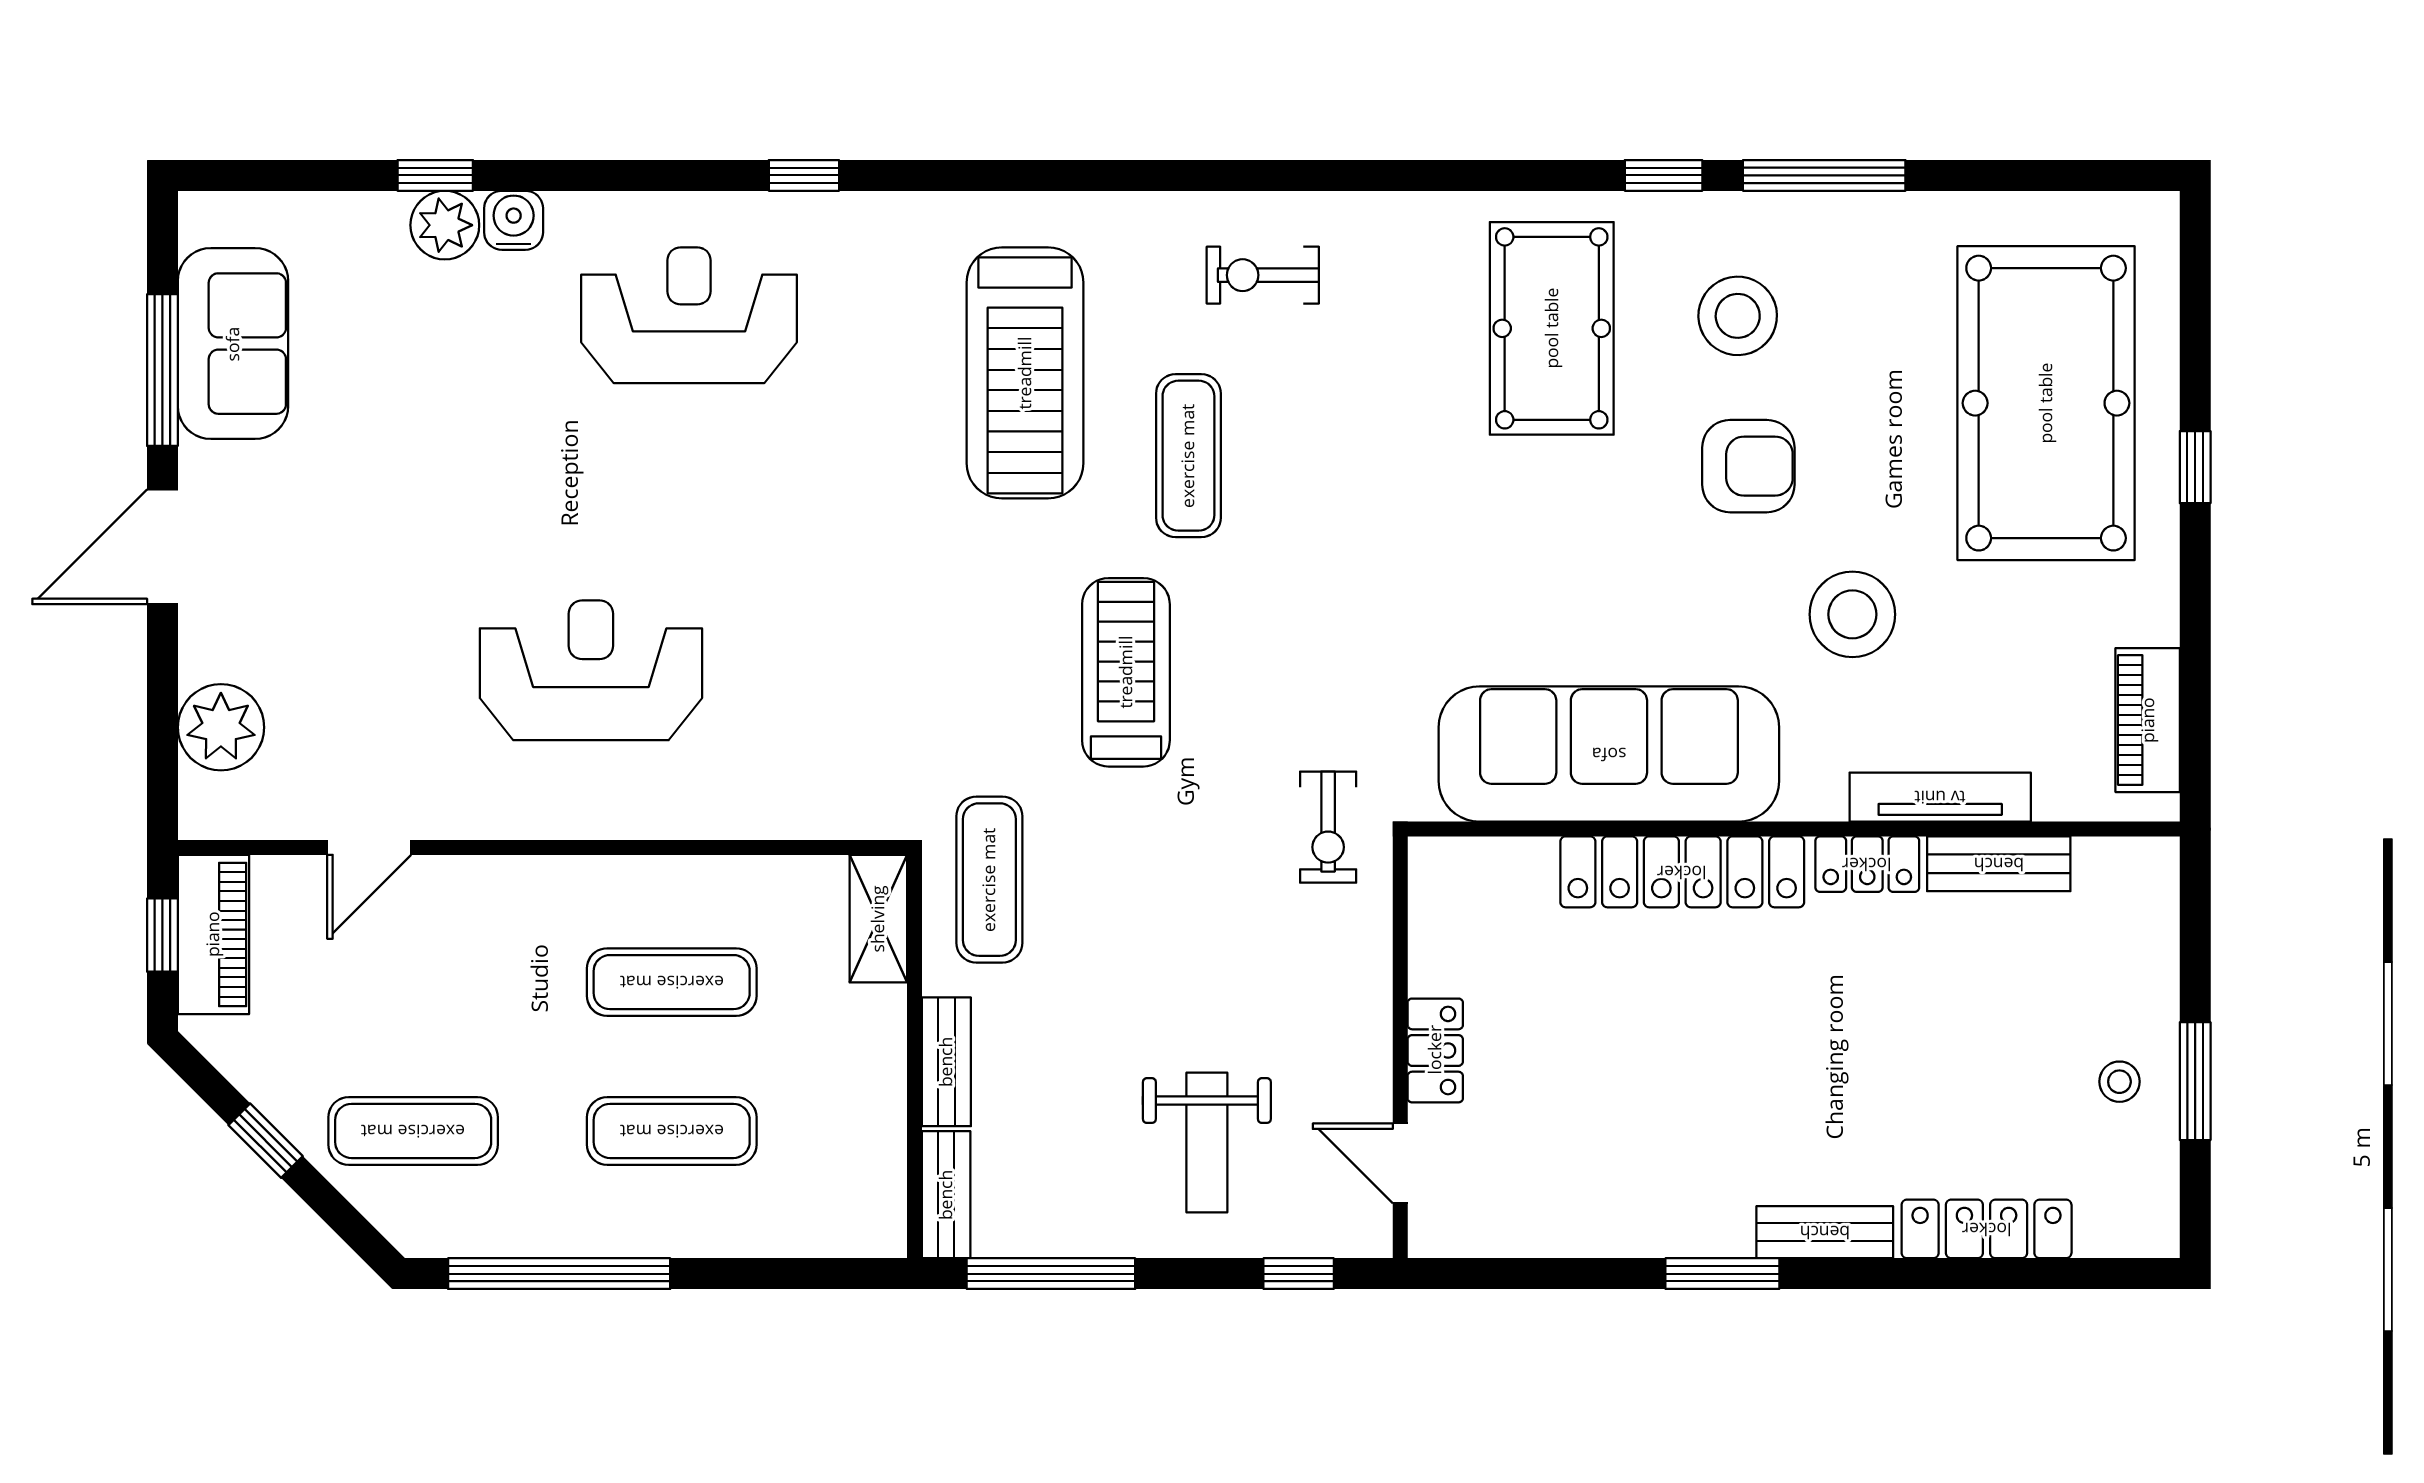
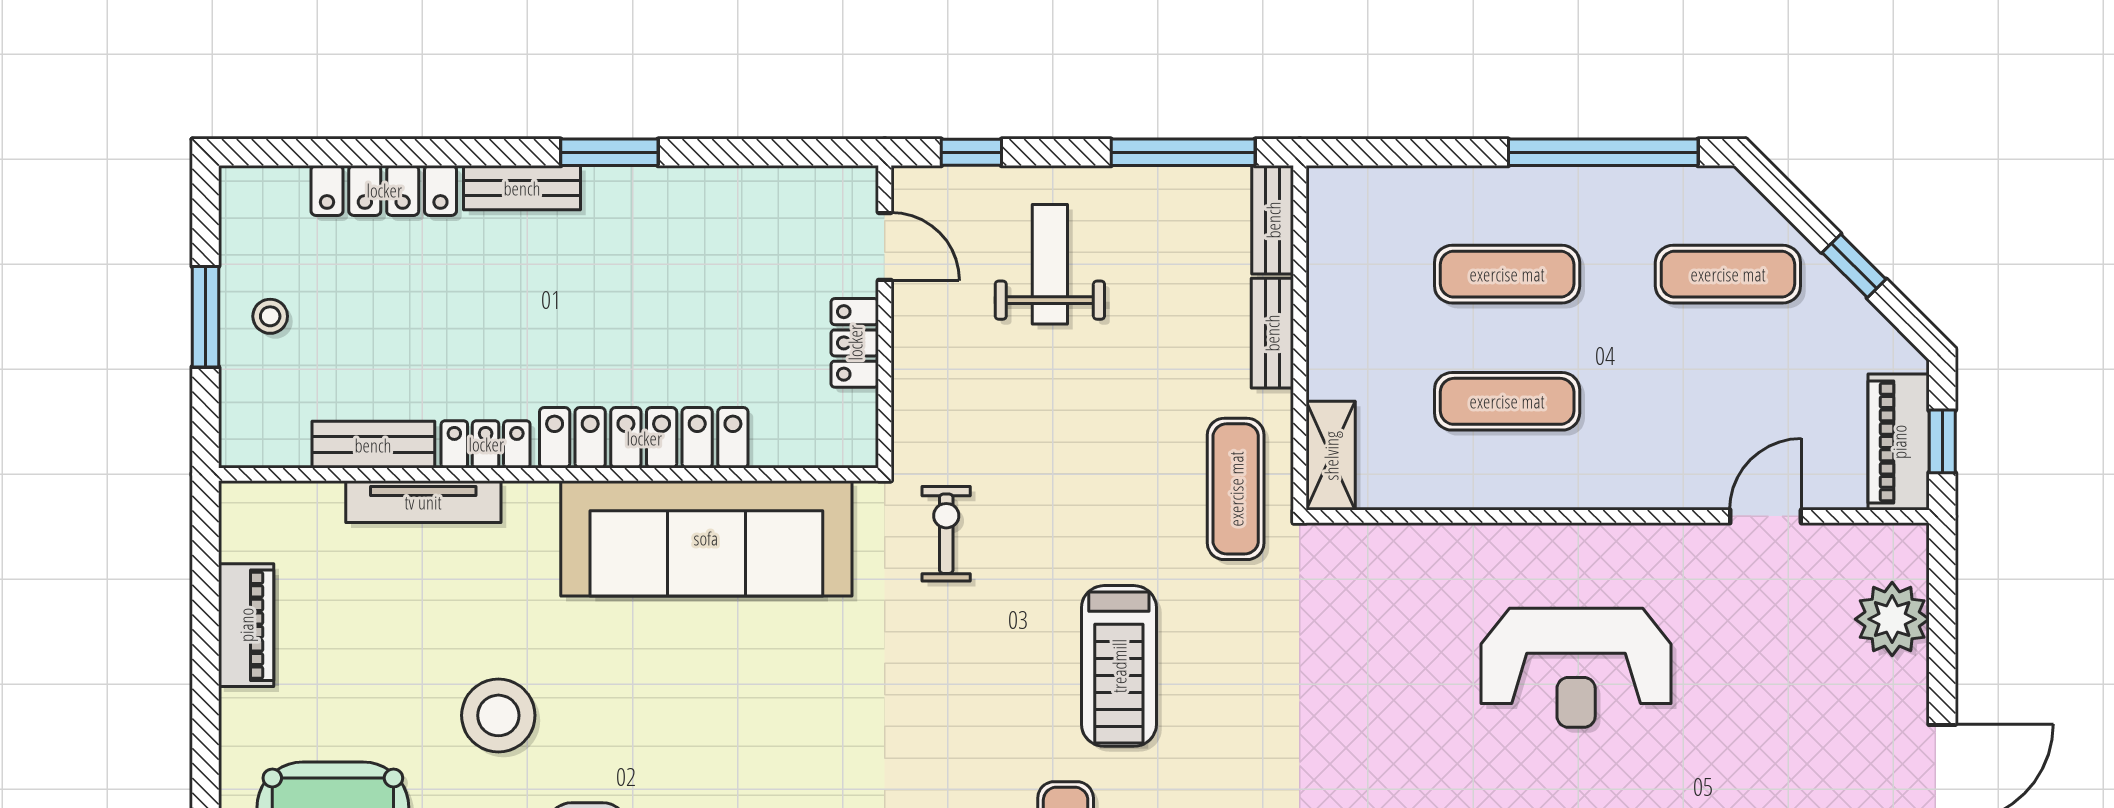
sofa: (1609, 754) -> (706, 538), moved
tv unit: (1940, 797) -> (423, 502), moved
wall: (1794, 829) -> (549, 474), moved
locker: (1867, 864) -> (486, 444), moved
bench: (1999, 864) -> (373, 445), moved
locker: (1682, 872) -> (644, 438), moved

